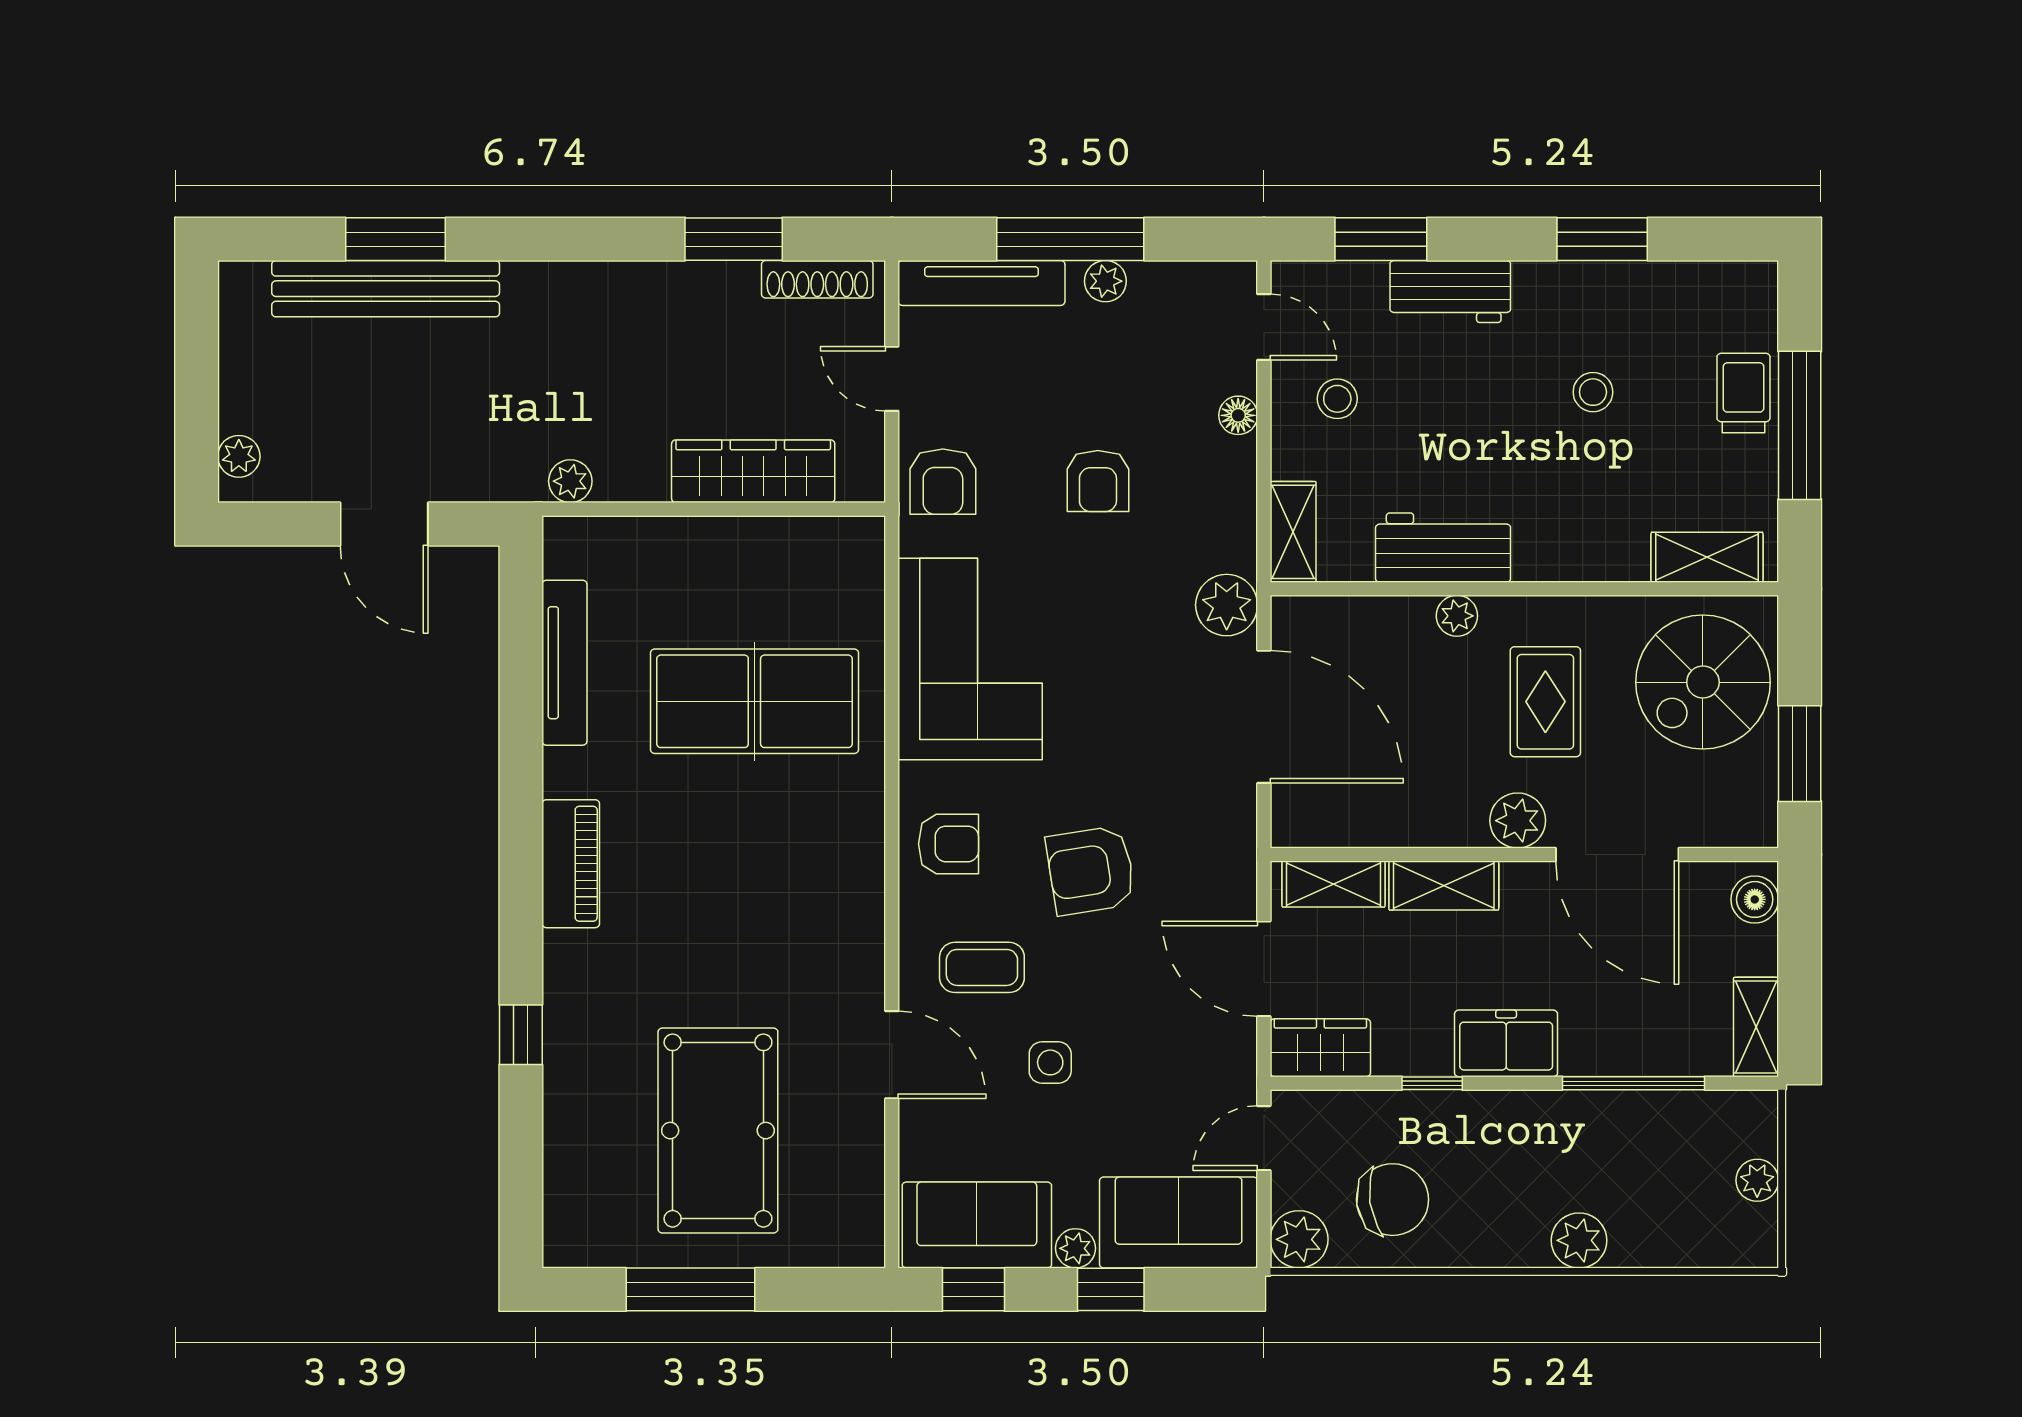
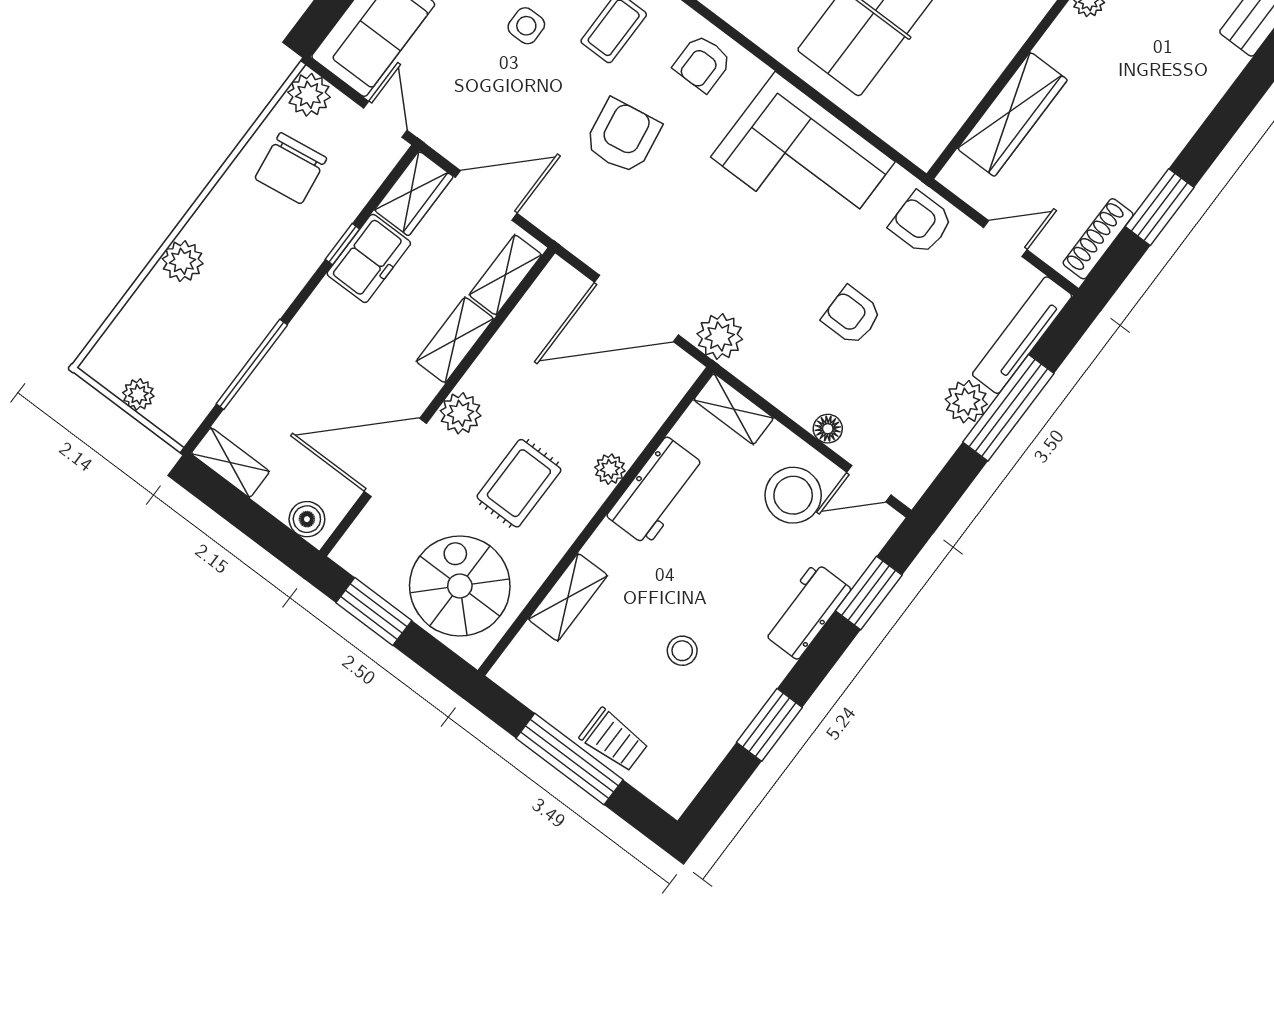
plant: (1105, 281) -> (966, 402), width x1.38, depth x1.38
stool: (1337, 399) -> (793, 495), width x1.89, depth x1.89
shelving: (1707, 557) -> (568, 597), moved
rug: (1545, 702) -> (519, 483), turned 90
freezer: (1506, 1043) -> (369, 258), moved

